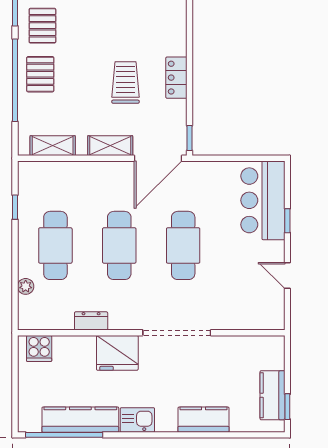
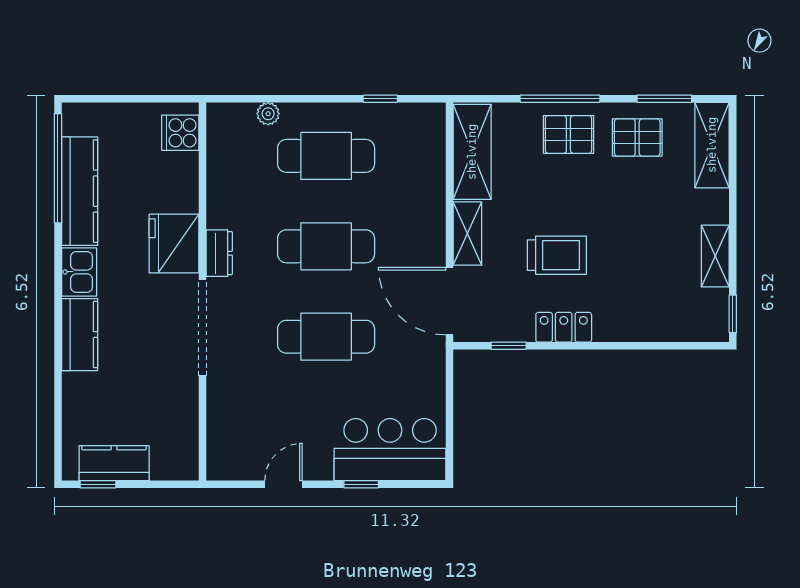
window: (15, 80) -> (560, 99), width x0.68
window: (190, 138) -> (509, 346), moved
shelving: (53, 146) -> (472, 152), width x1.50, depth x1.33
dresser: (91, 321) -> (219, 253), moved
kitchen counter: (204, 420) -> (80, 335), moved

